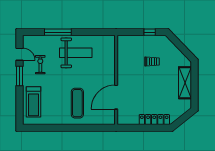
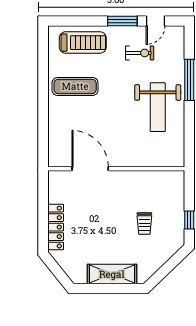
treadmill: (34, 102) -> (83, 43), turned 180
exercise mat: (77, 103) -> (75, 86), moved

